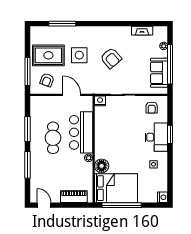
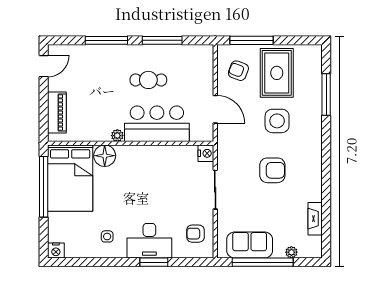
armchair: (111, 58) -> (272, 170), turned -139
door: (72, 95) -> (215, 109), hinge flipped
cafe table: (53, 138) -> (148, 80), width x0.73, depth x0.74

